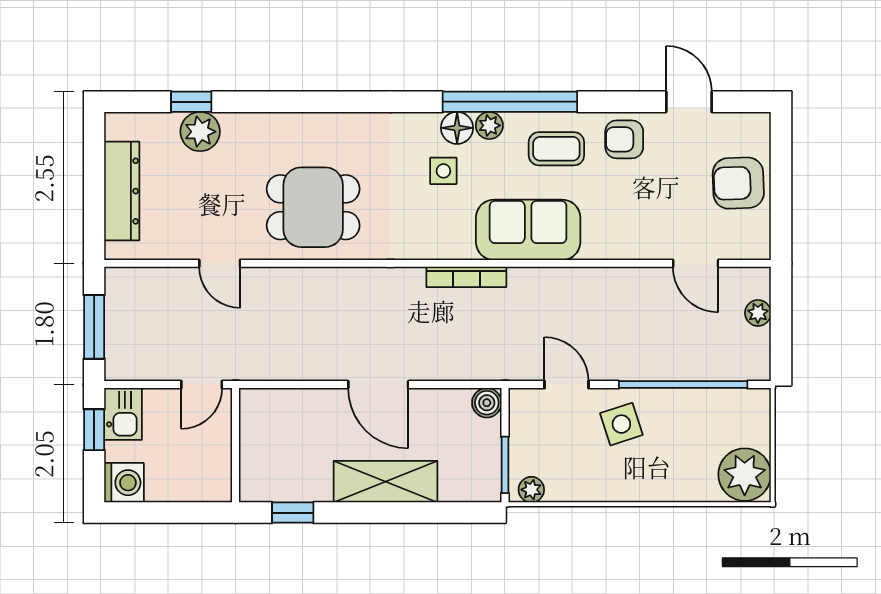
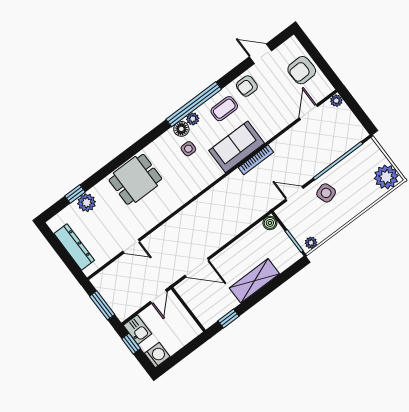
dining table: (313, 207) -> (135, 179), moved
door: (696, 263) -> (308, 112), swing flipped
bookcase: (466, 277) -> (256, 160), moved
plant: (758, 313) -> (336, 101), moved
door: (378, 385) -> (197, 268), moved

